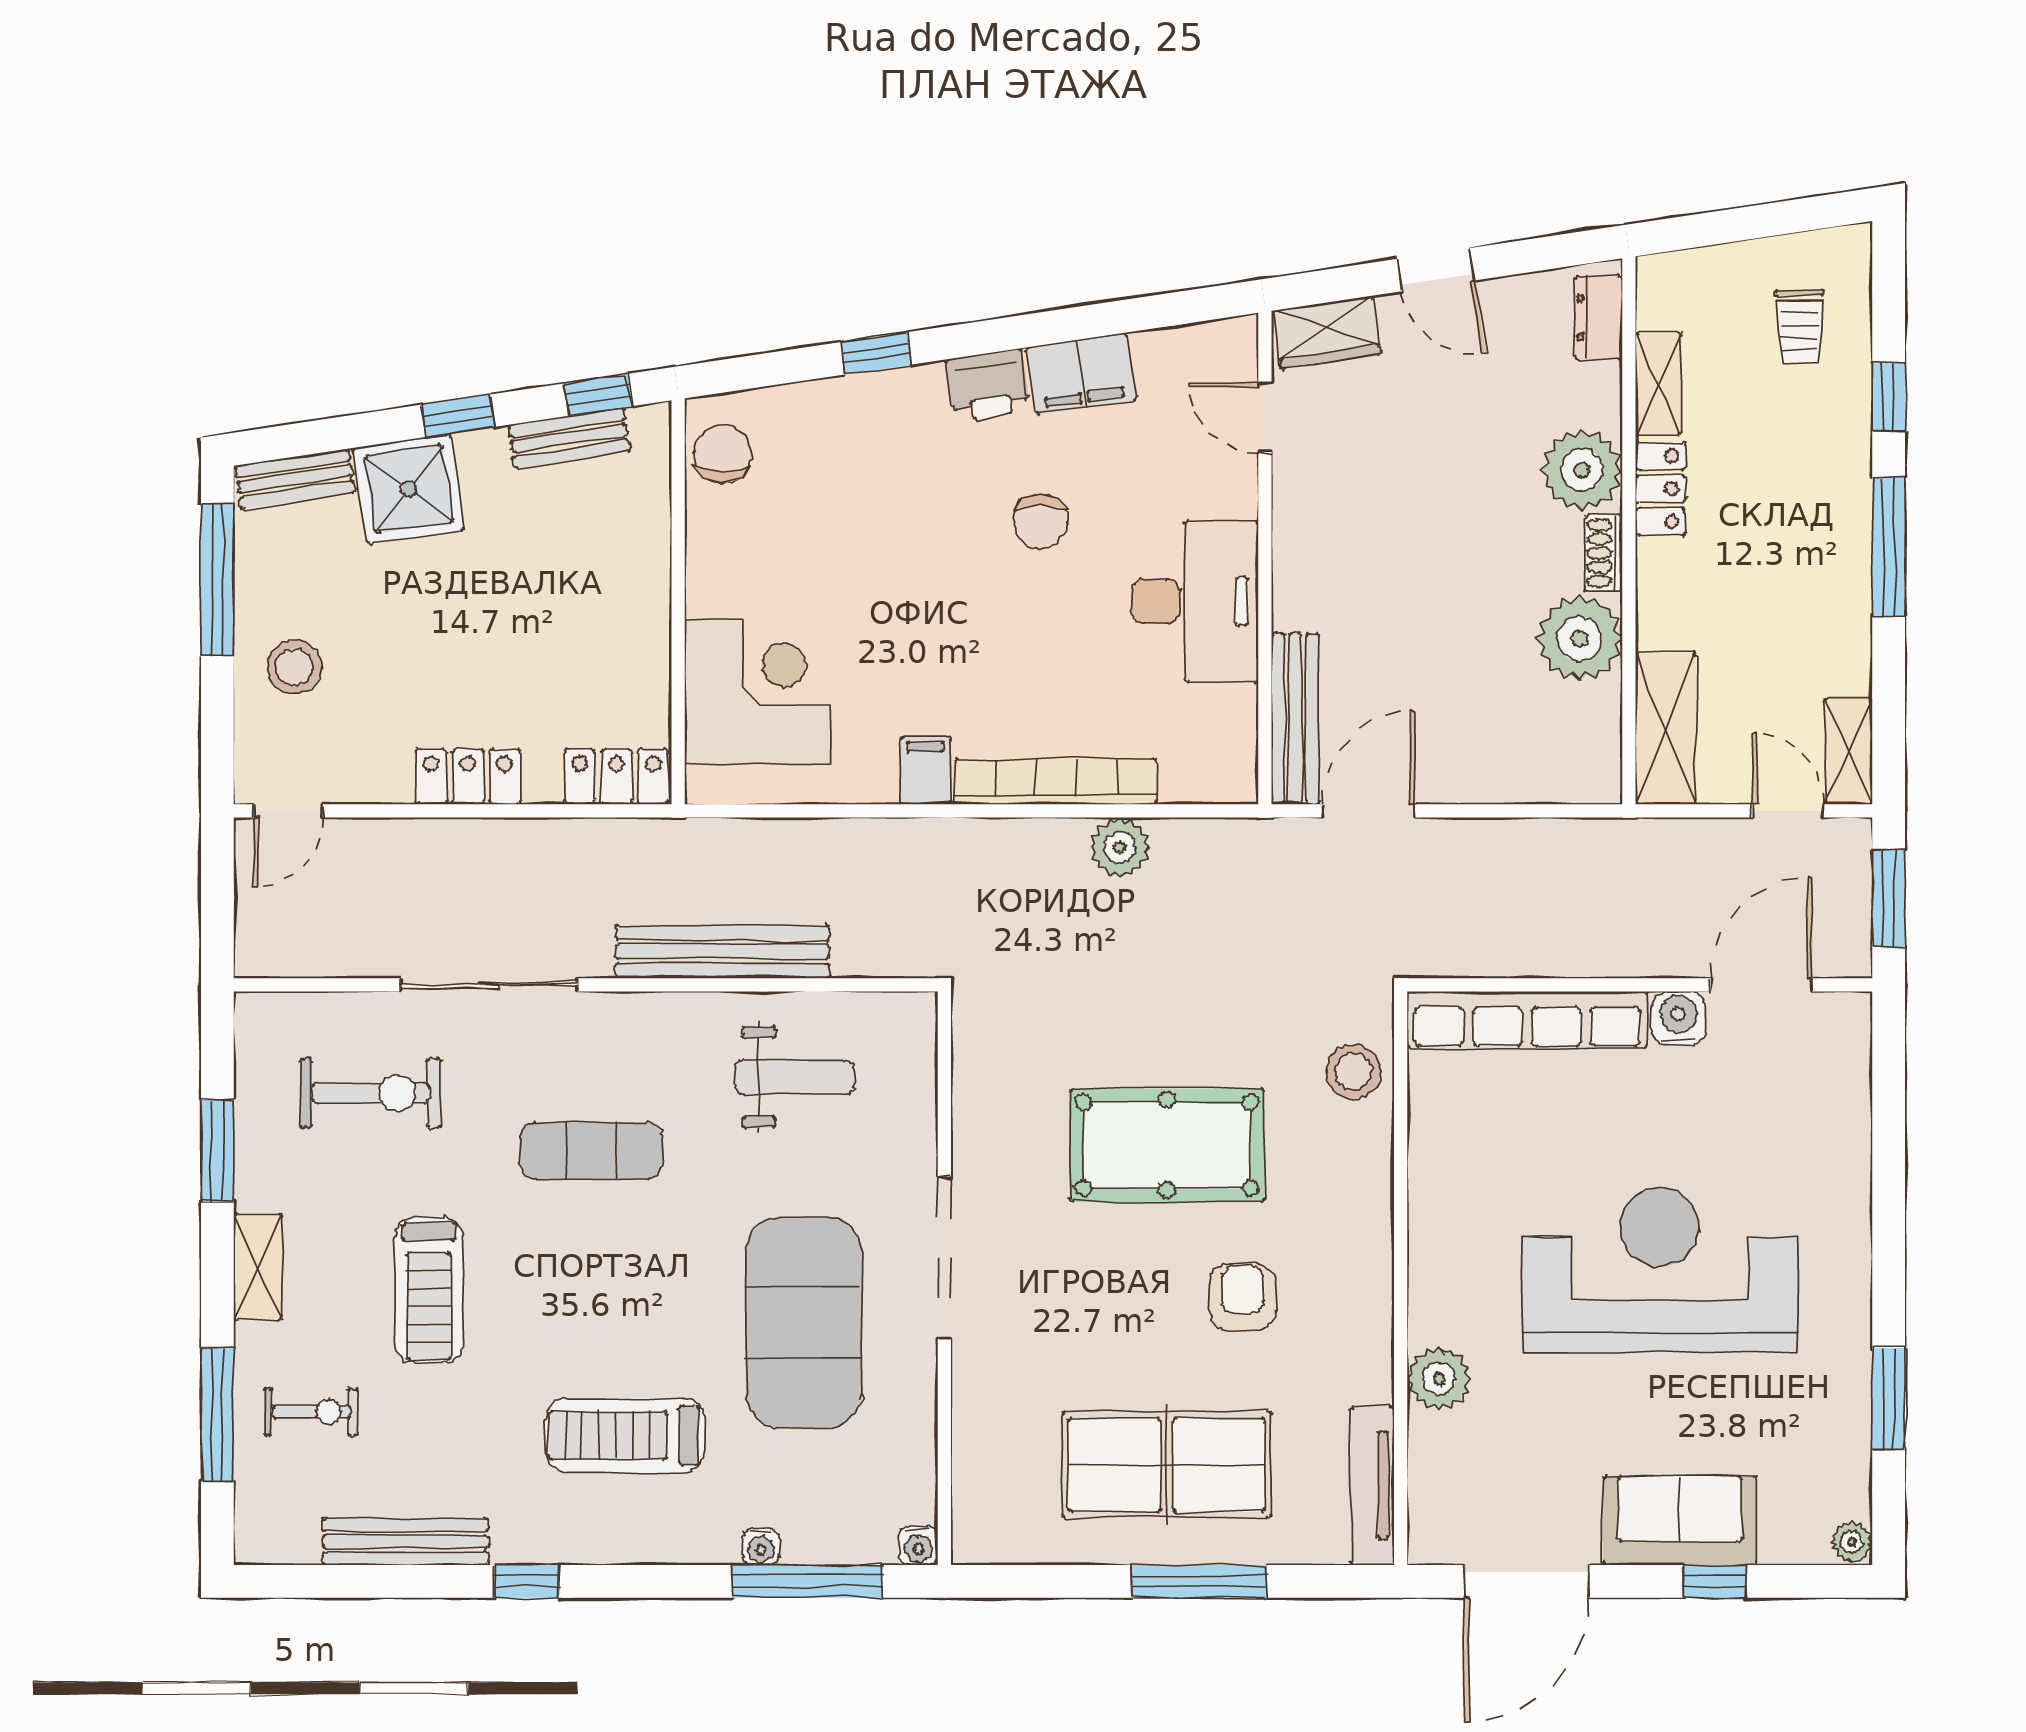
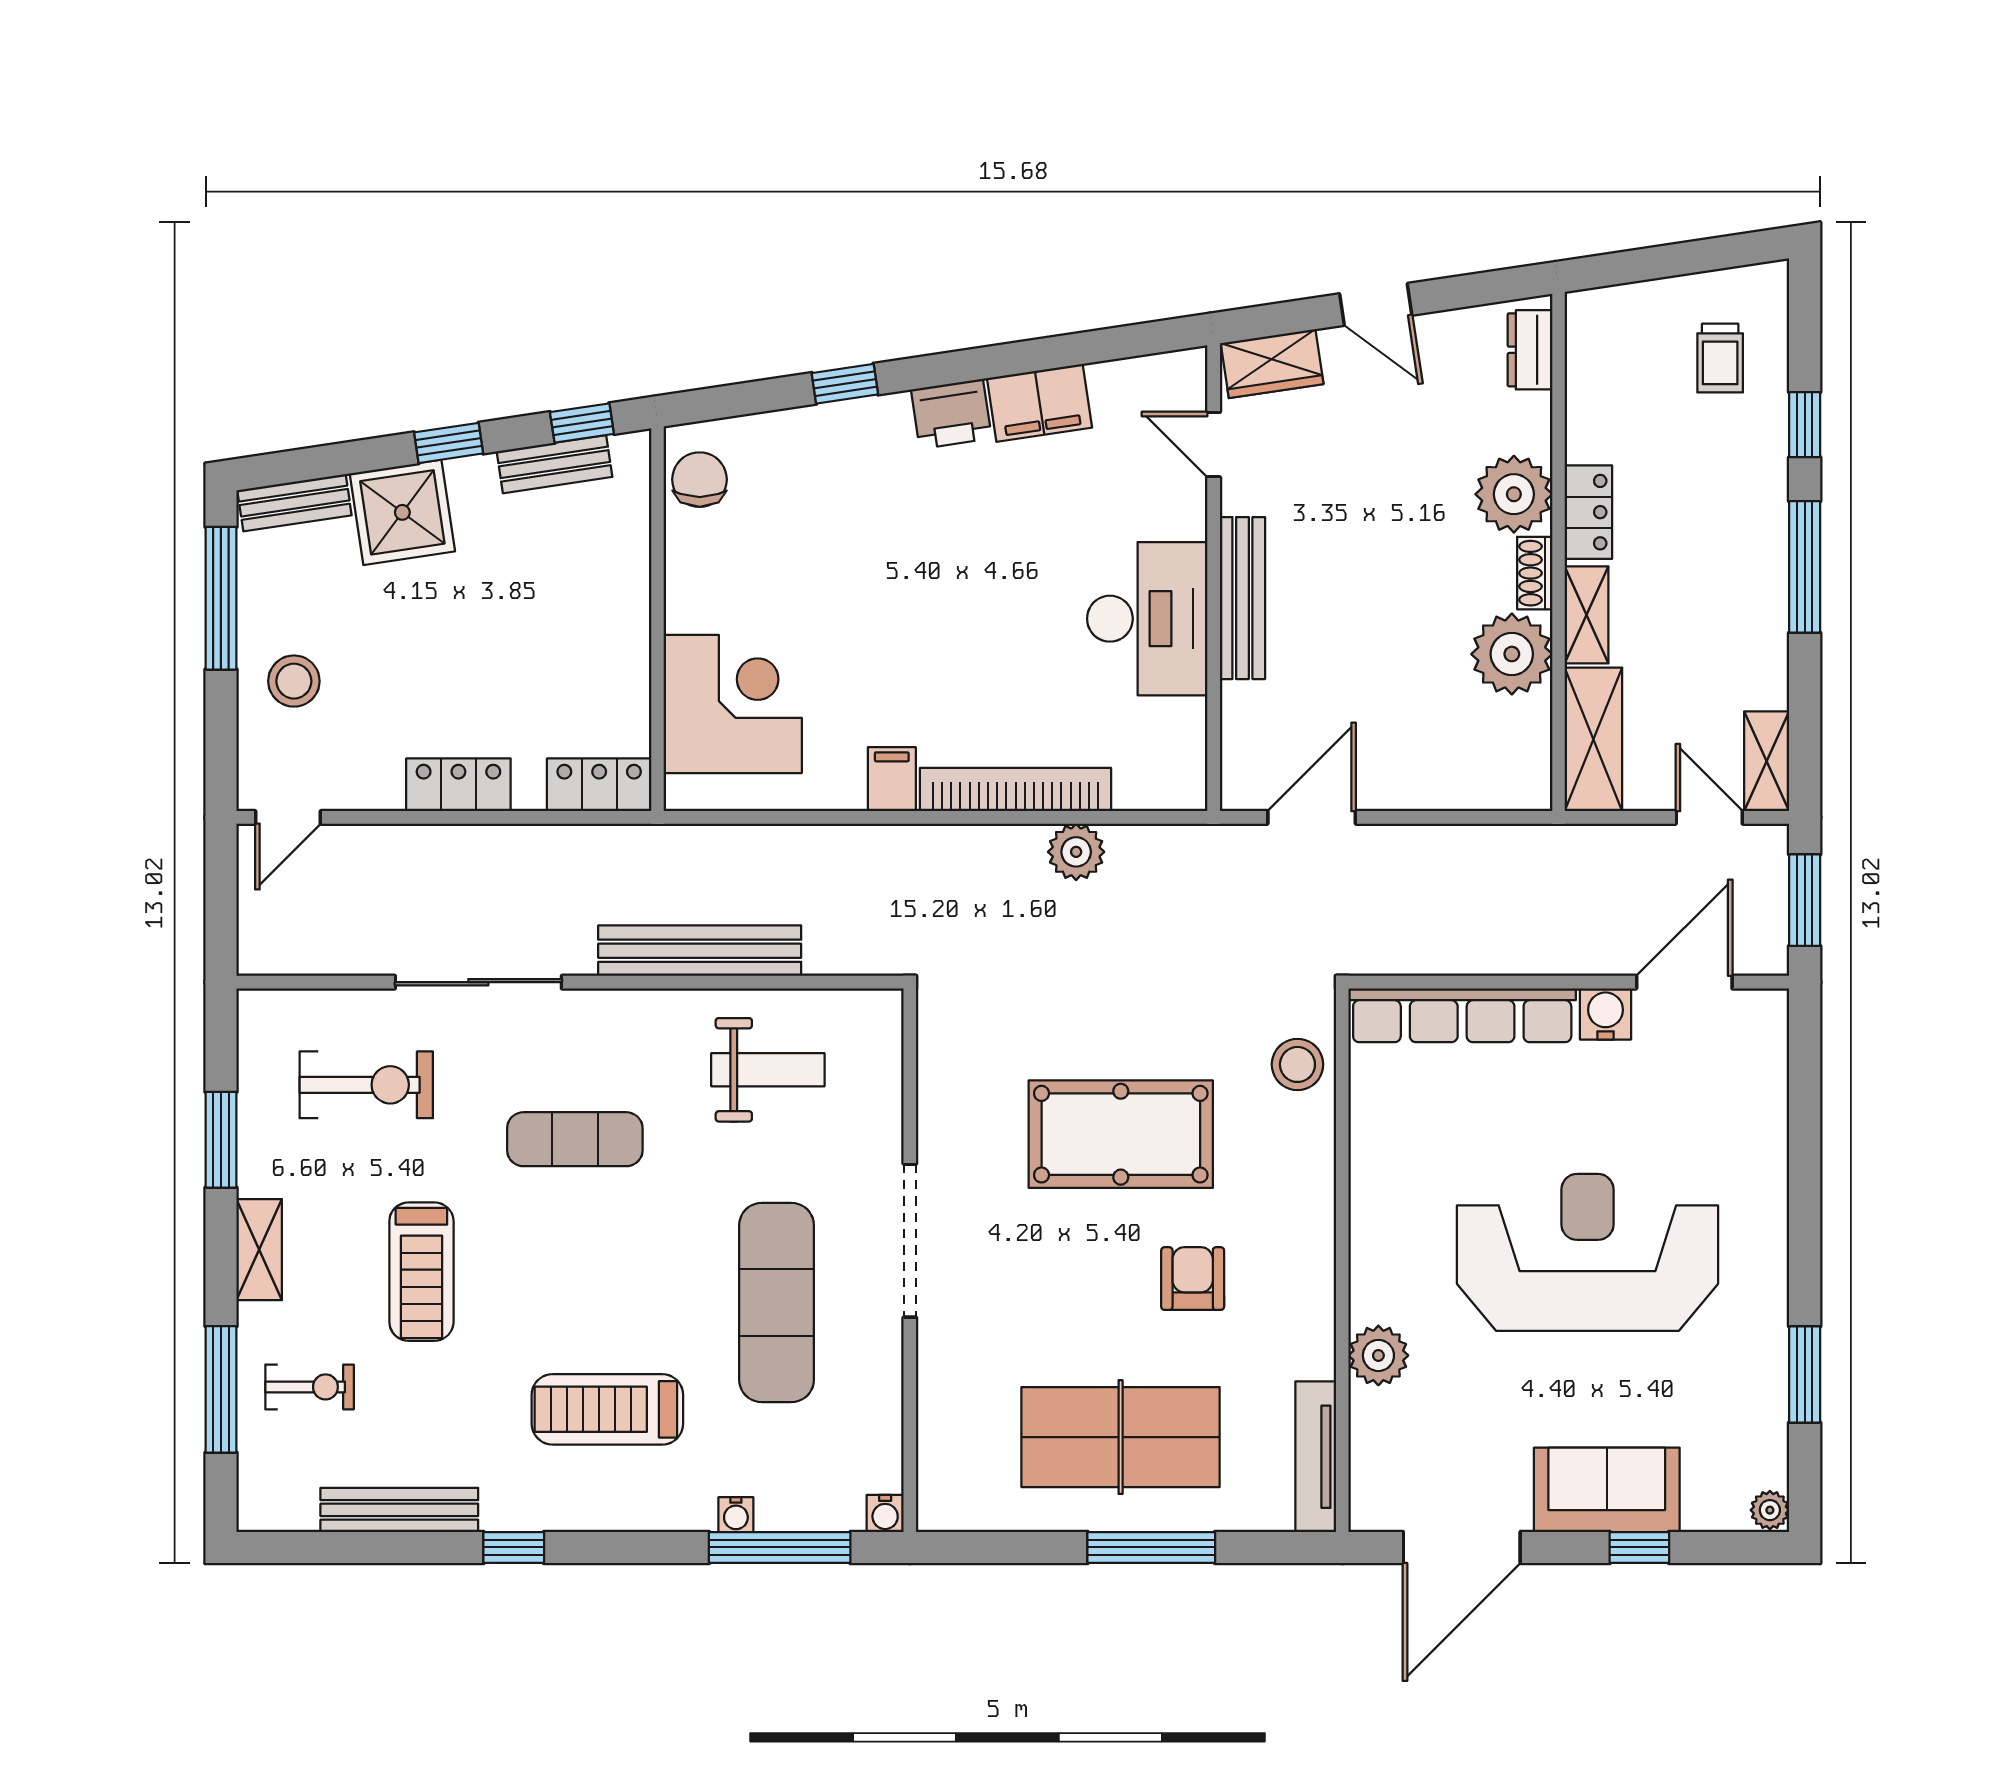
shelving: (1658, 384) -> (1587, 615), moved
chair: (1040, 521) -> (1001, 543), removed
bench: (1295, 719) -> (1242, 598), moved
exercise mat: (804, 1323) -> (777, 1302), width x0.68

